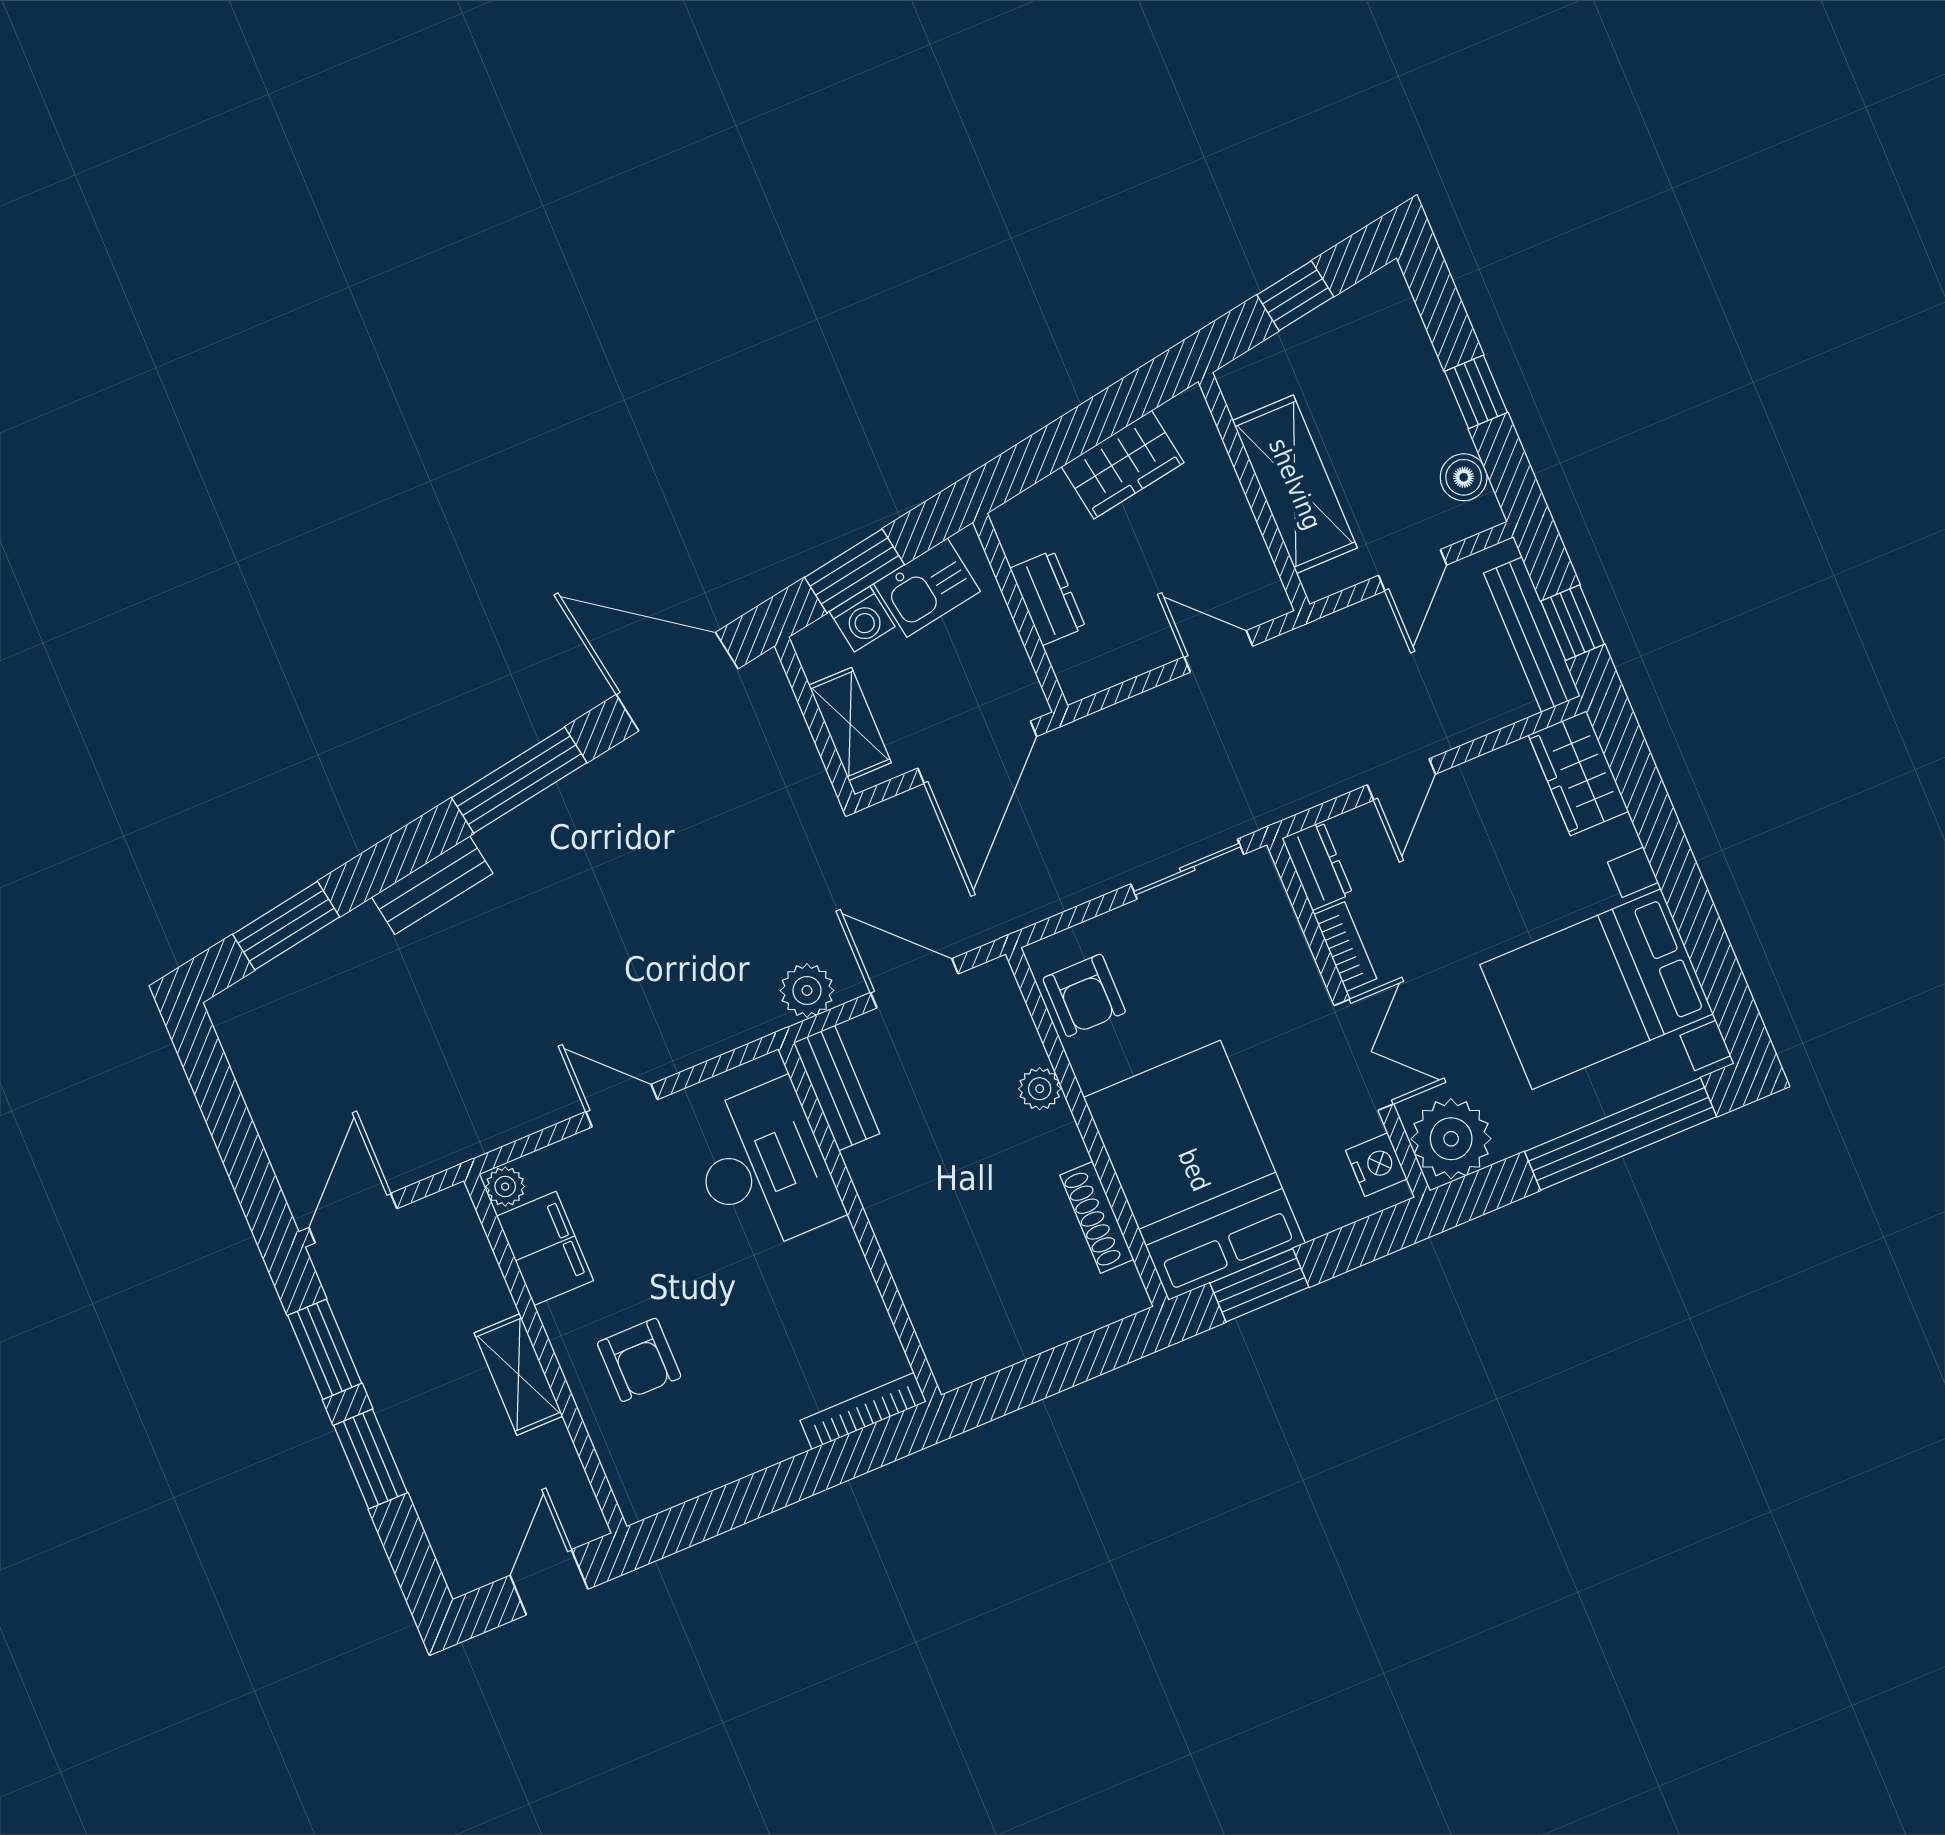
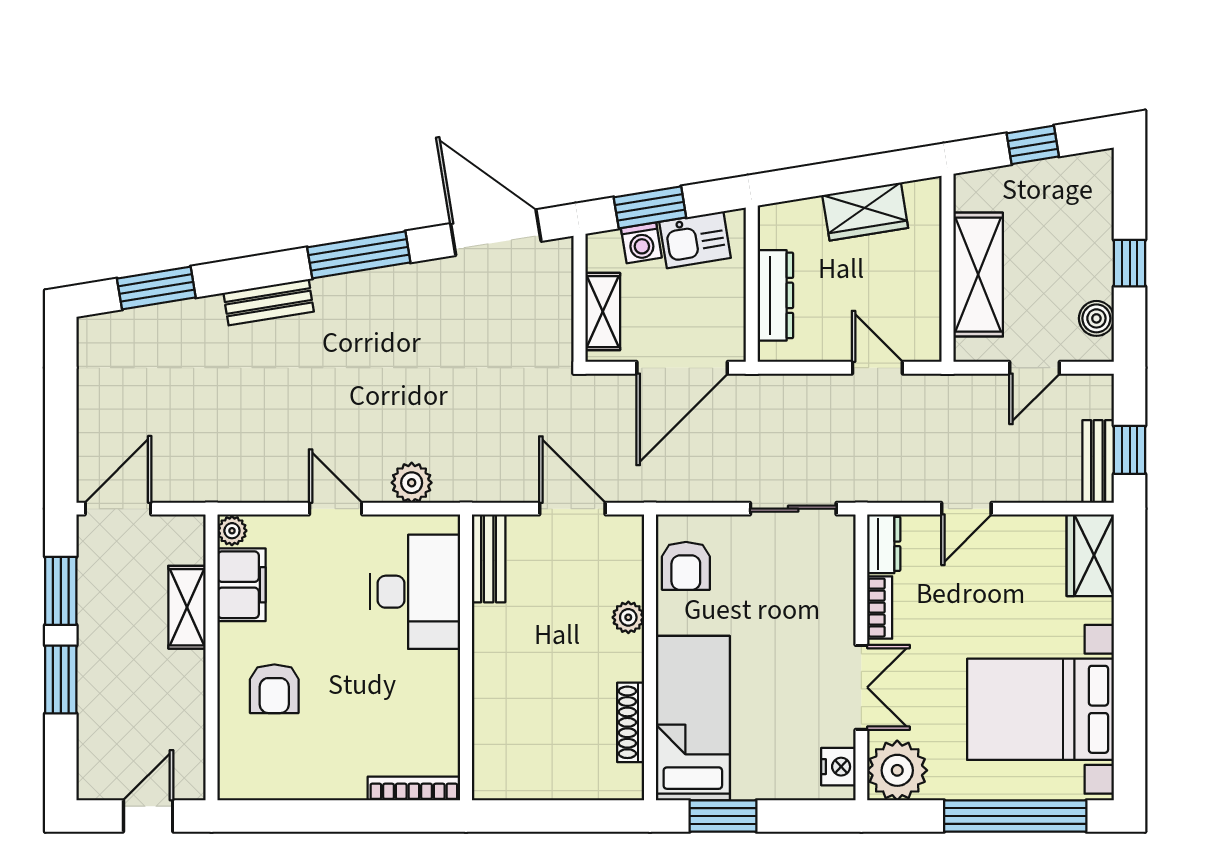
dresser: (1048, 598) -> (775, 295), width x1.44
bench: (1532, 635) -> (1098, 461), width x0.73
plant: (807, 990) -> (412, 483), moved
bed: (1194, 1170) -> (693, 718), width x0.67
shelving: (518, 1375) -> (187, 607), moved

